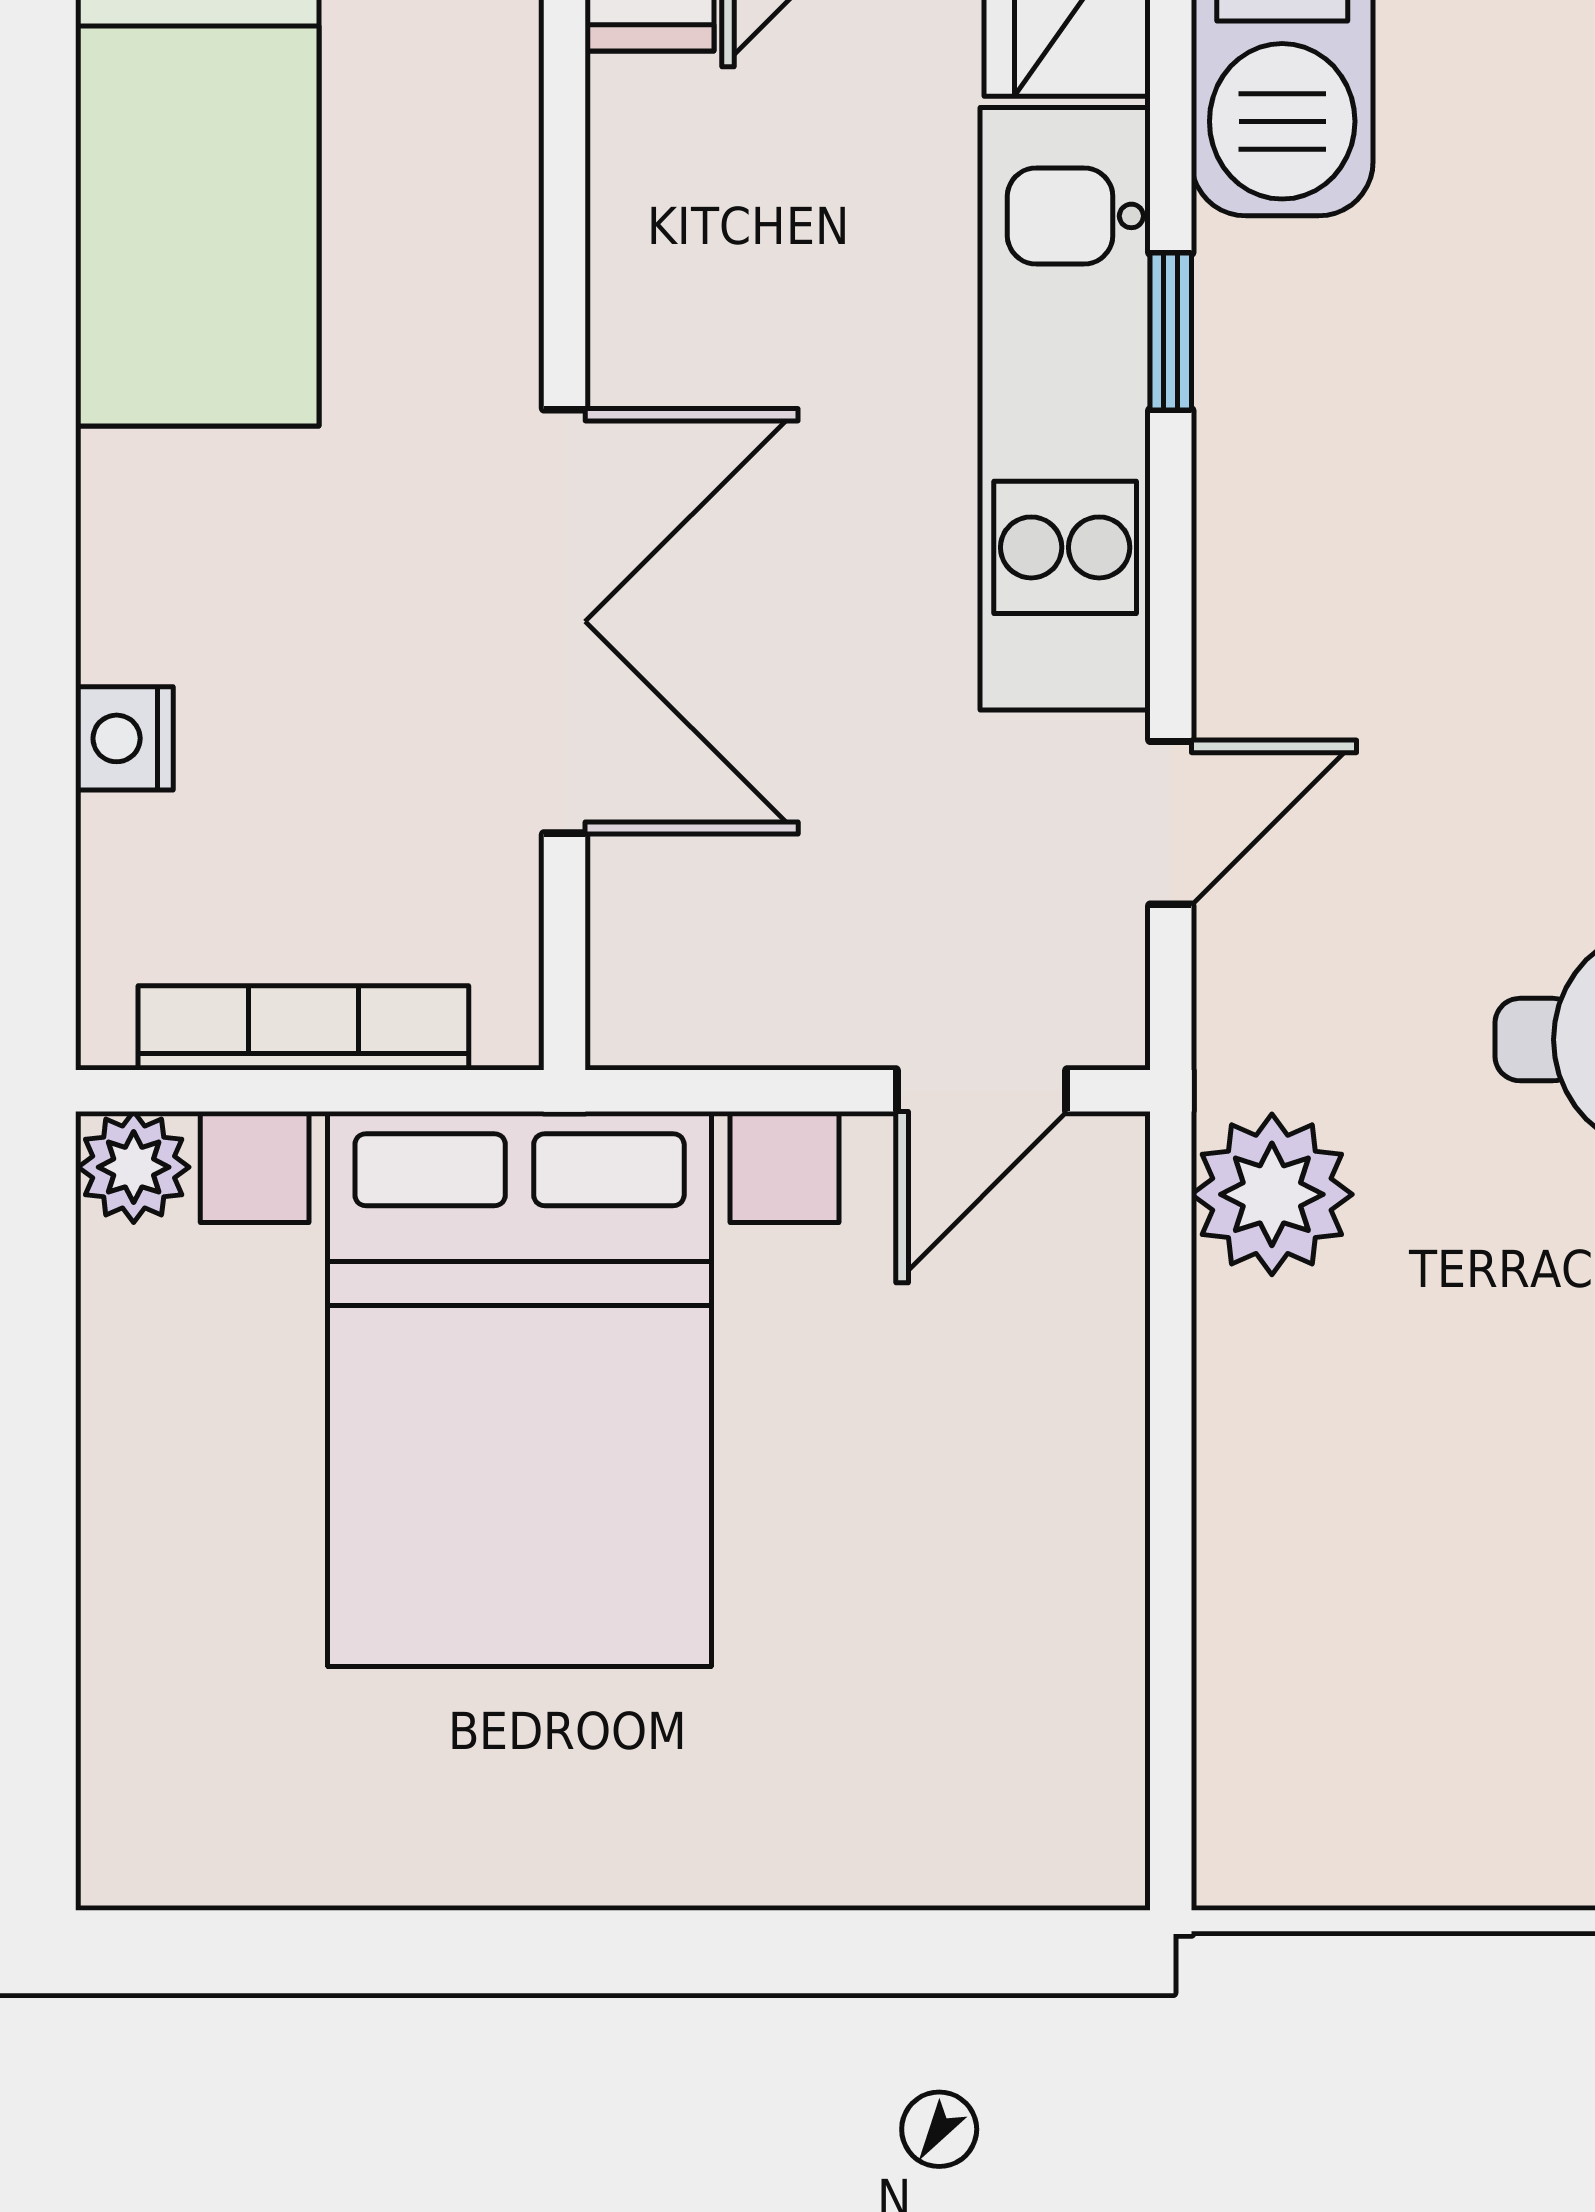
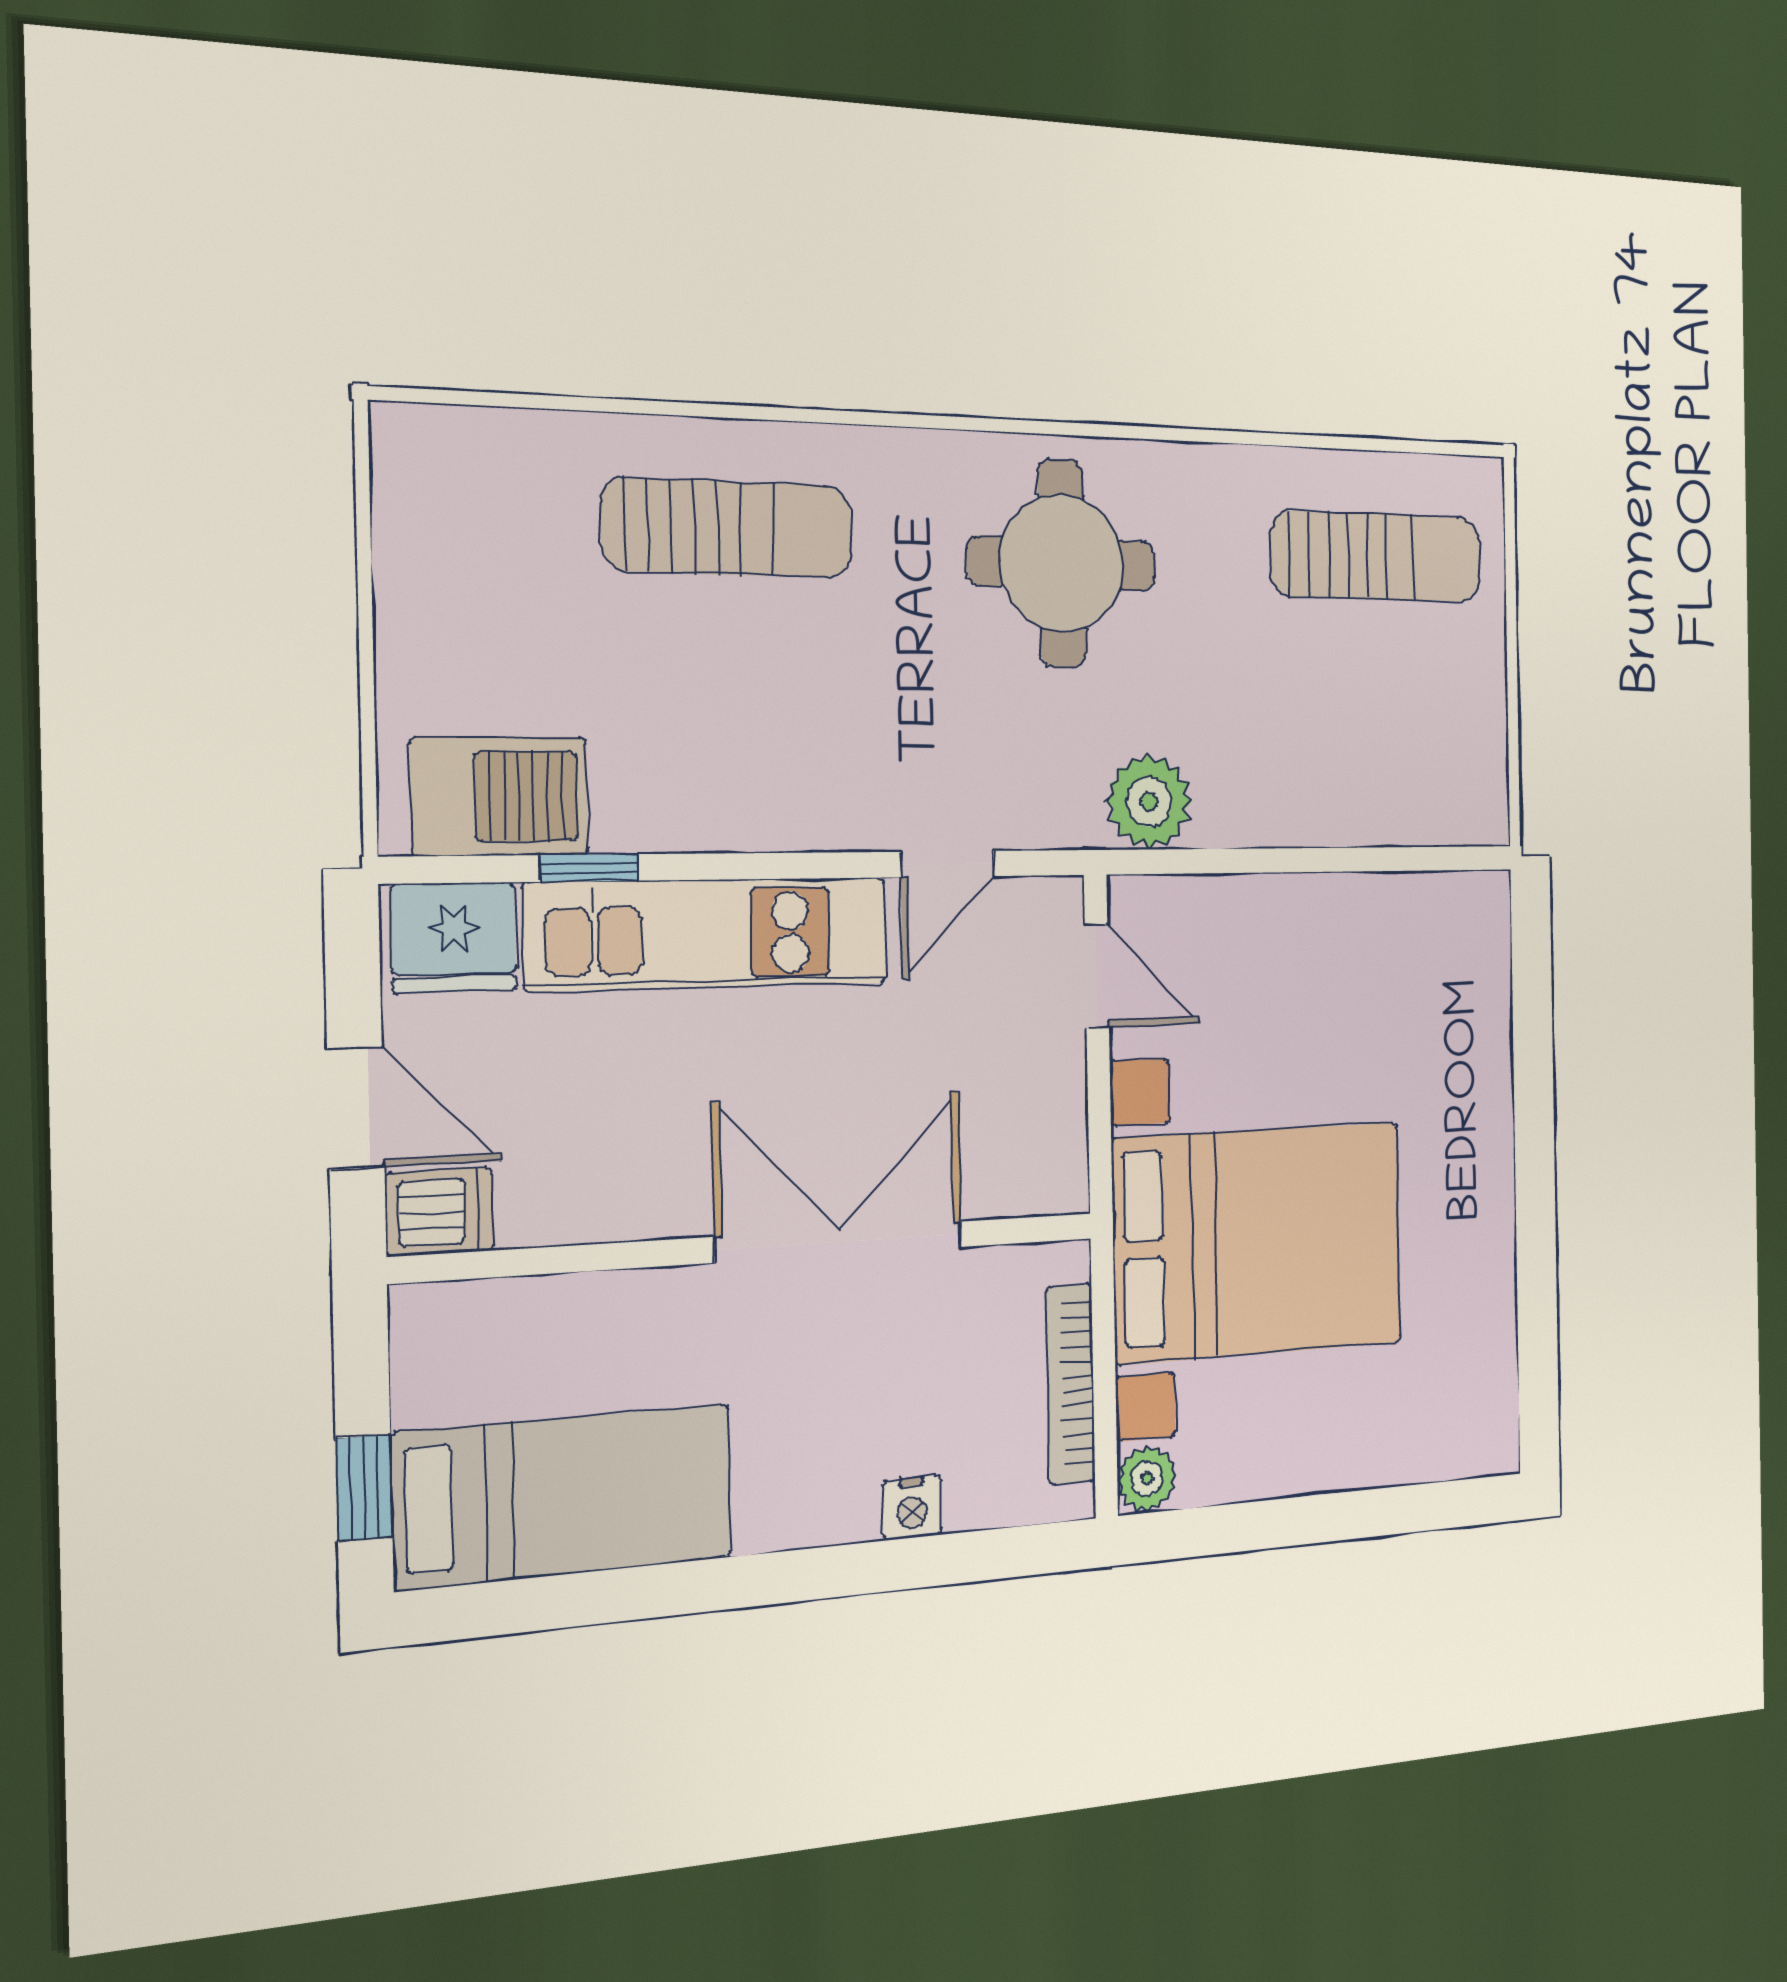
window: (1171, 332) -> (589, 868), moved
door: (1171, 823) -> (947, 864), swing flipped

